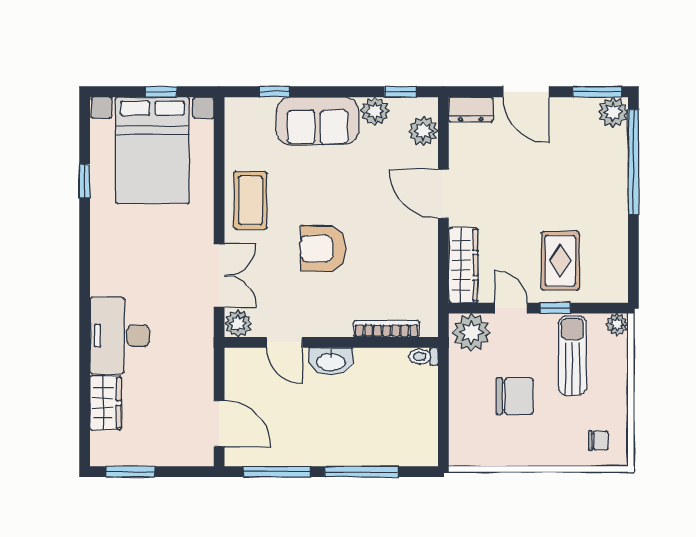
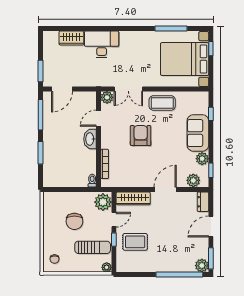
window: (161, 92) -> (211, 49), moved
window: (85, 181) -> (171, 29), width x2.17
window: (130, 472) -> (41, 71), moved
window: (361, 472) -> (41, 153), width x0.69

